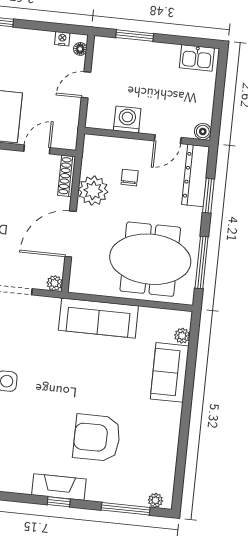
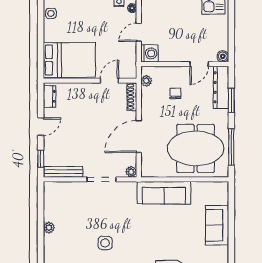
washing machine: (127, 119) -> (149, 53), moved, turned 90
plant: (93, 191) -> (146, 81), moved, width x0.53, depth x0.53
plant: (182, 336) -> (223, 199), removed

